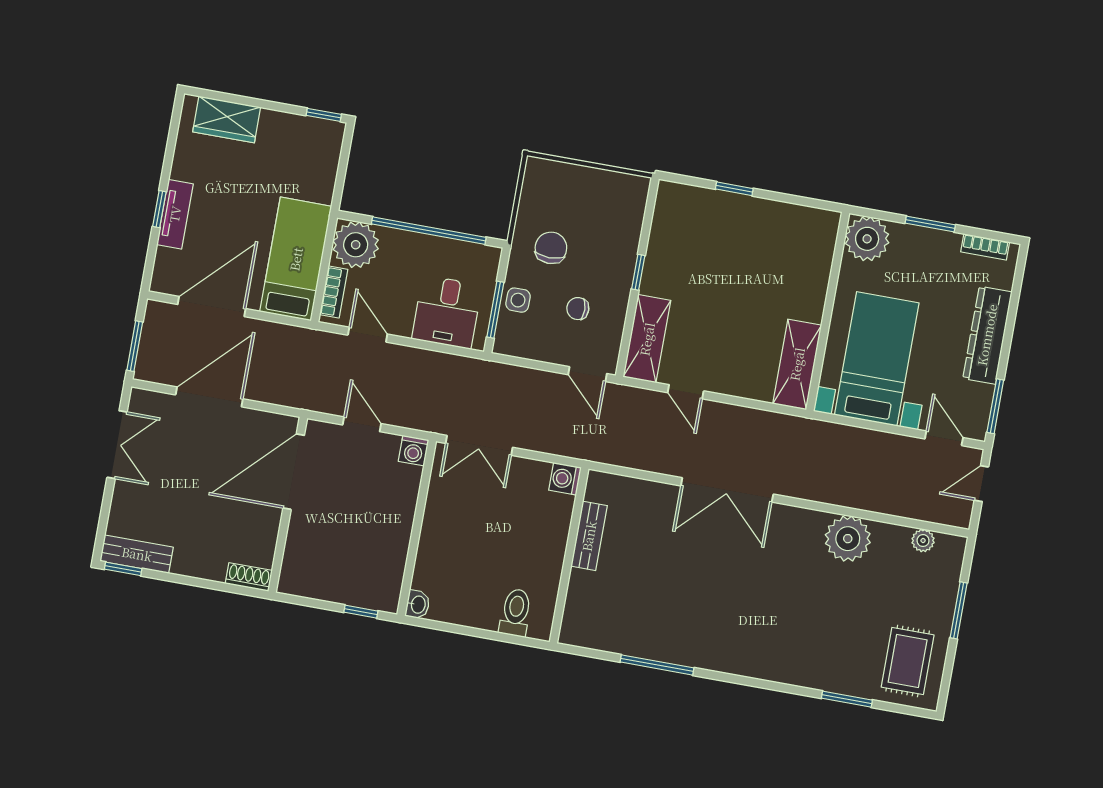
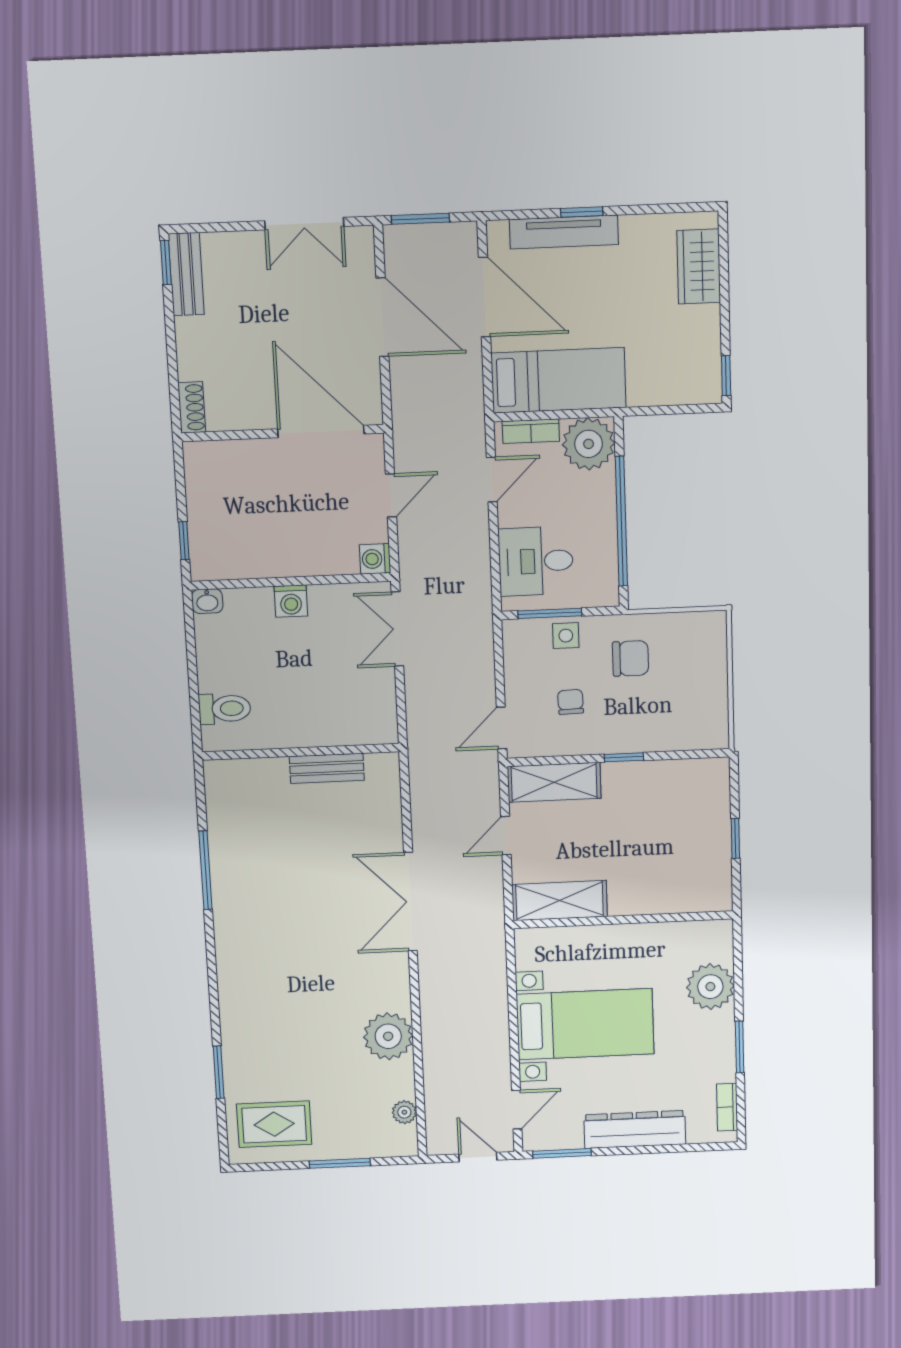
tv unit: (175, 214) -> (564, 232), width x1.41
wall: (828, 311) -> (623, 920), moved
shelving: (797, 364) -> (560, 901), moved
washing machine: (565, 479) -> (291, 601), moved, turned 180

